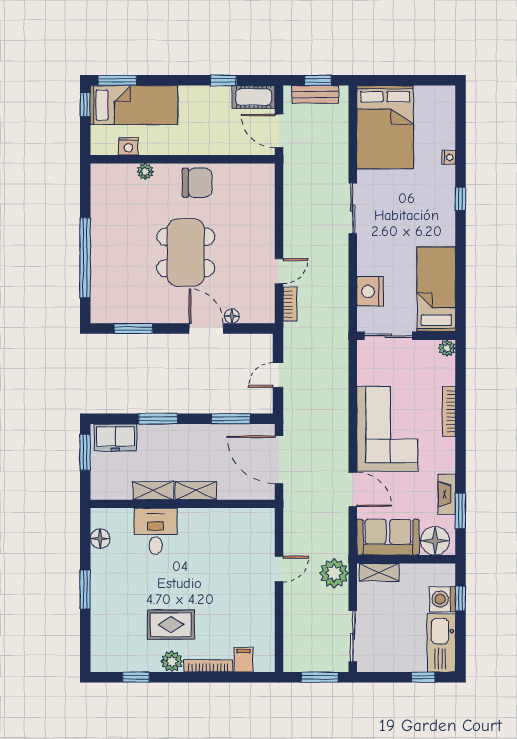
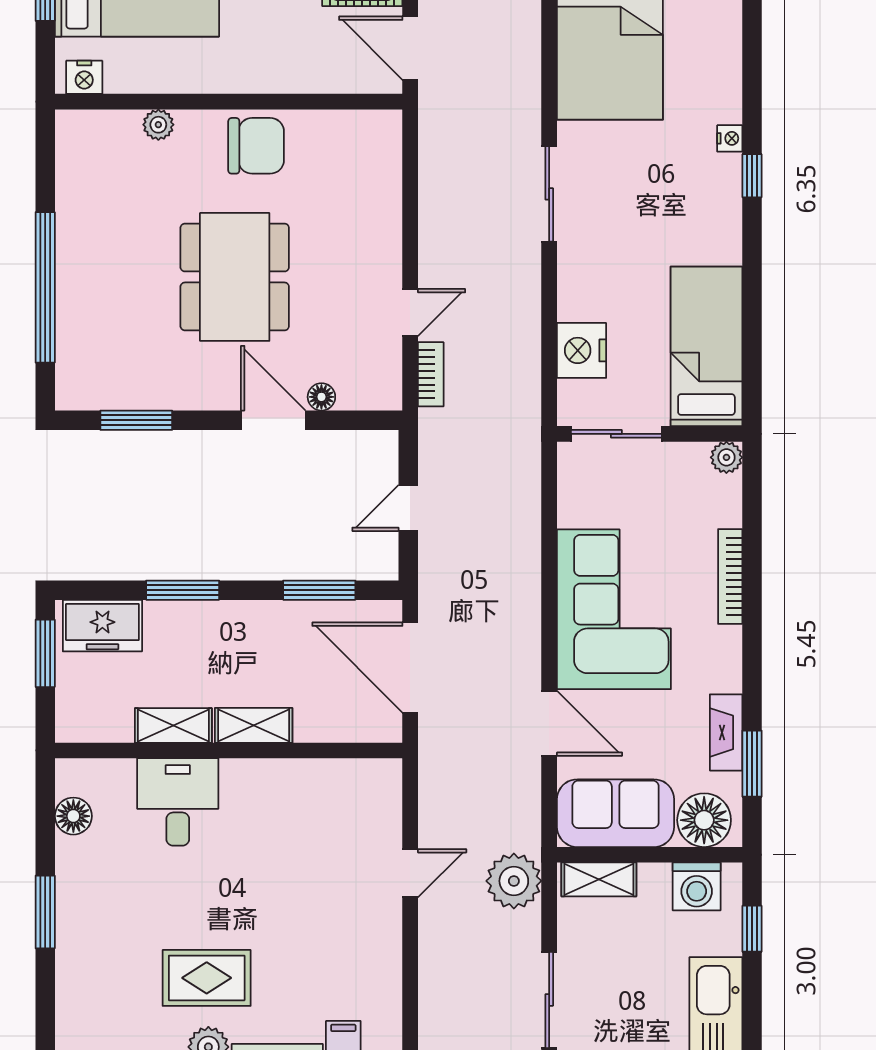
nightstand: (128, 146) -> (84, 77), moved
nightstand: (449, 157) -> (730, 138), moved
washing machine: (443, 599) -> (697, 886), moved, turned -90

